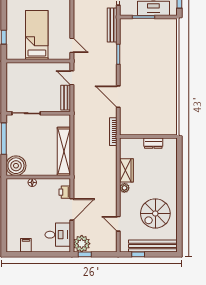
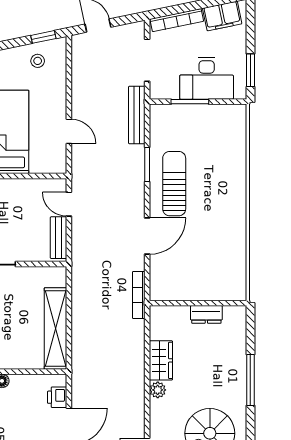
door: (72, 45) -> (69, 131), moved
sun lounger: (134, 66) -> (174, 184), added
door: (118, 97) -> (147, 236), swing flipped
window: (179, 182) -> (250, 380), added

